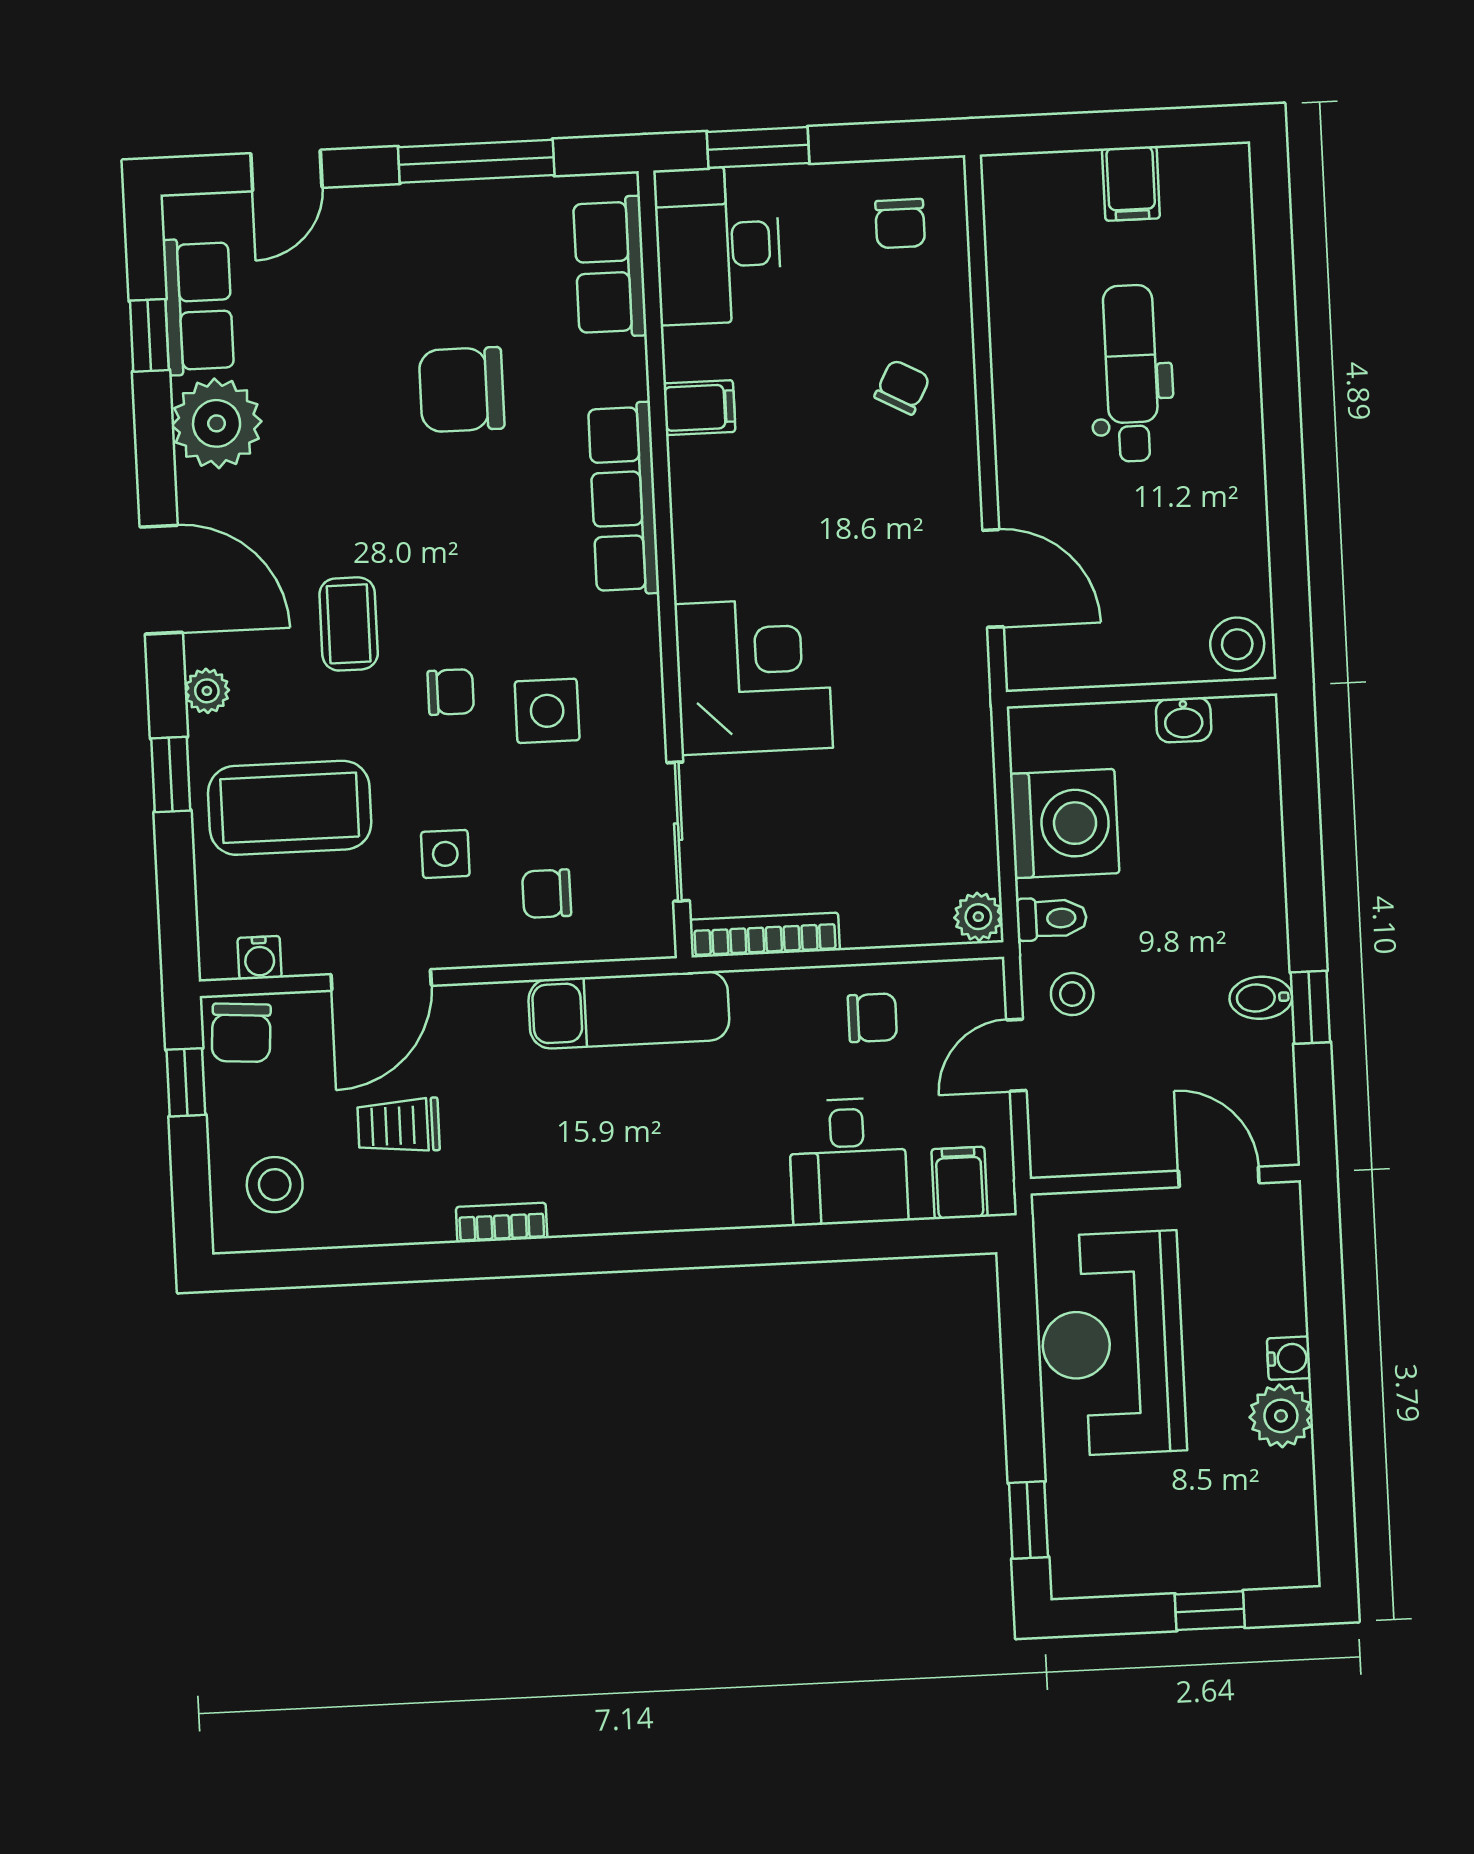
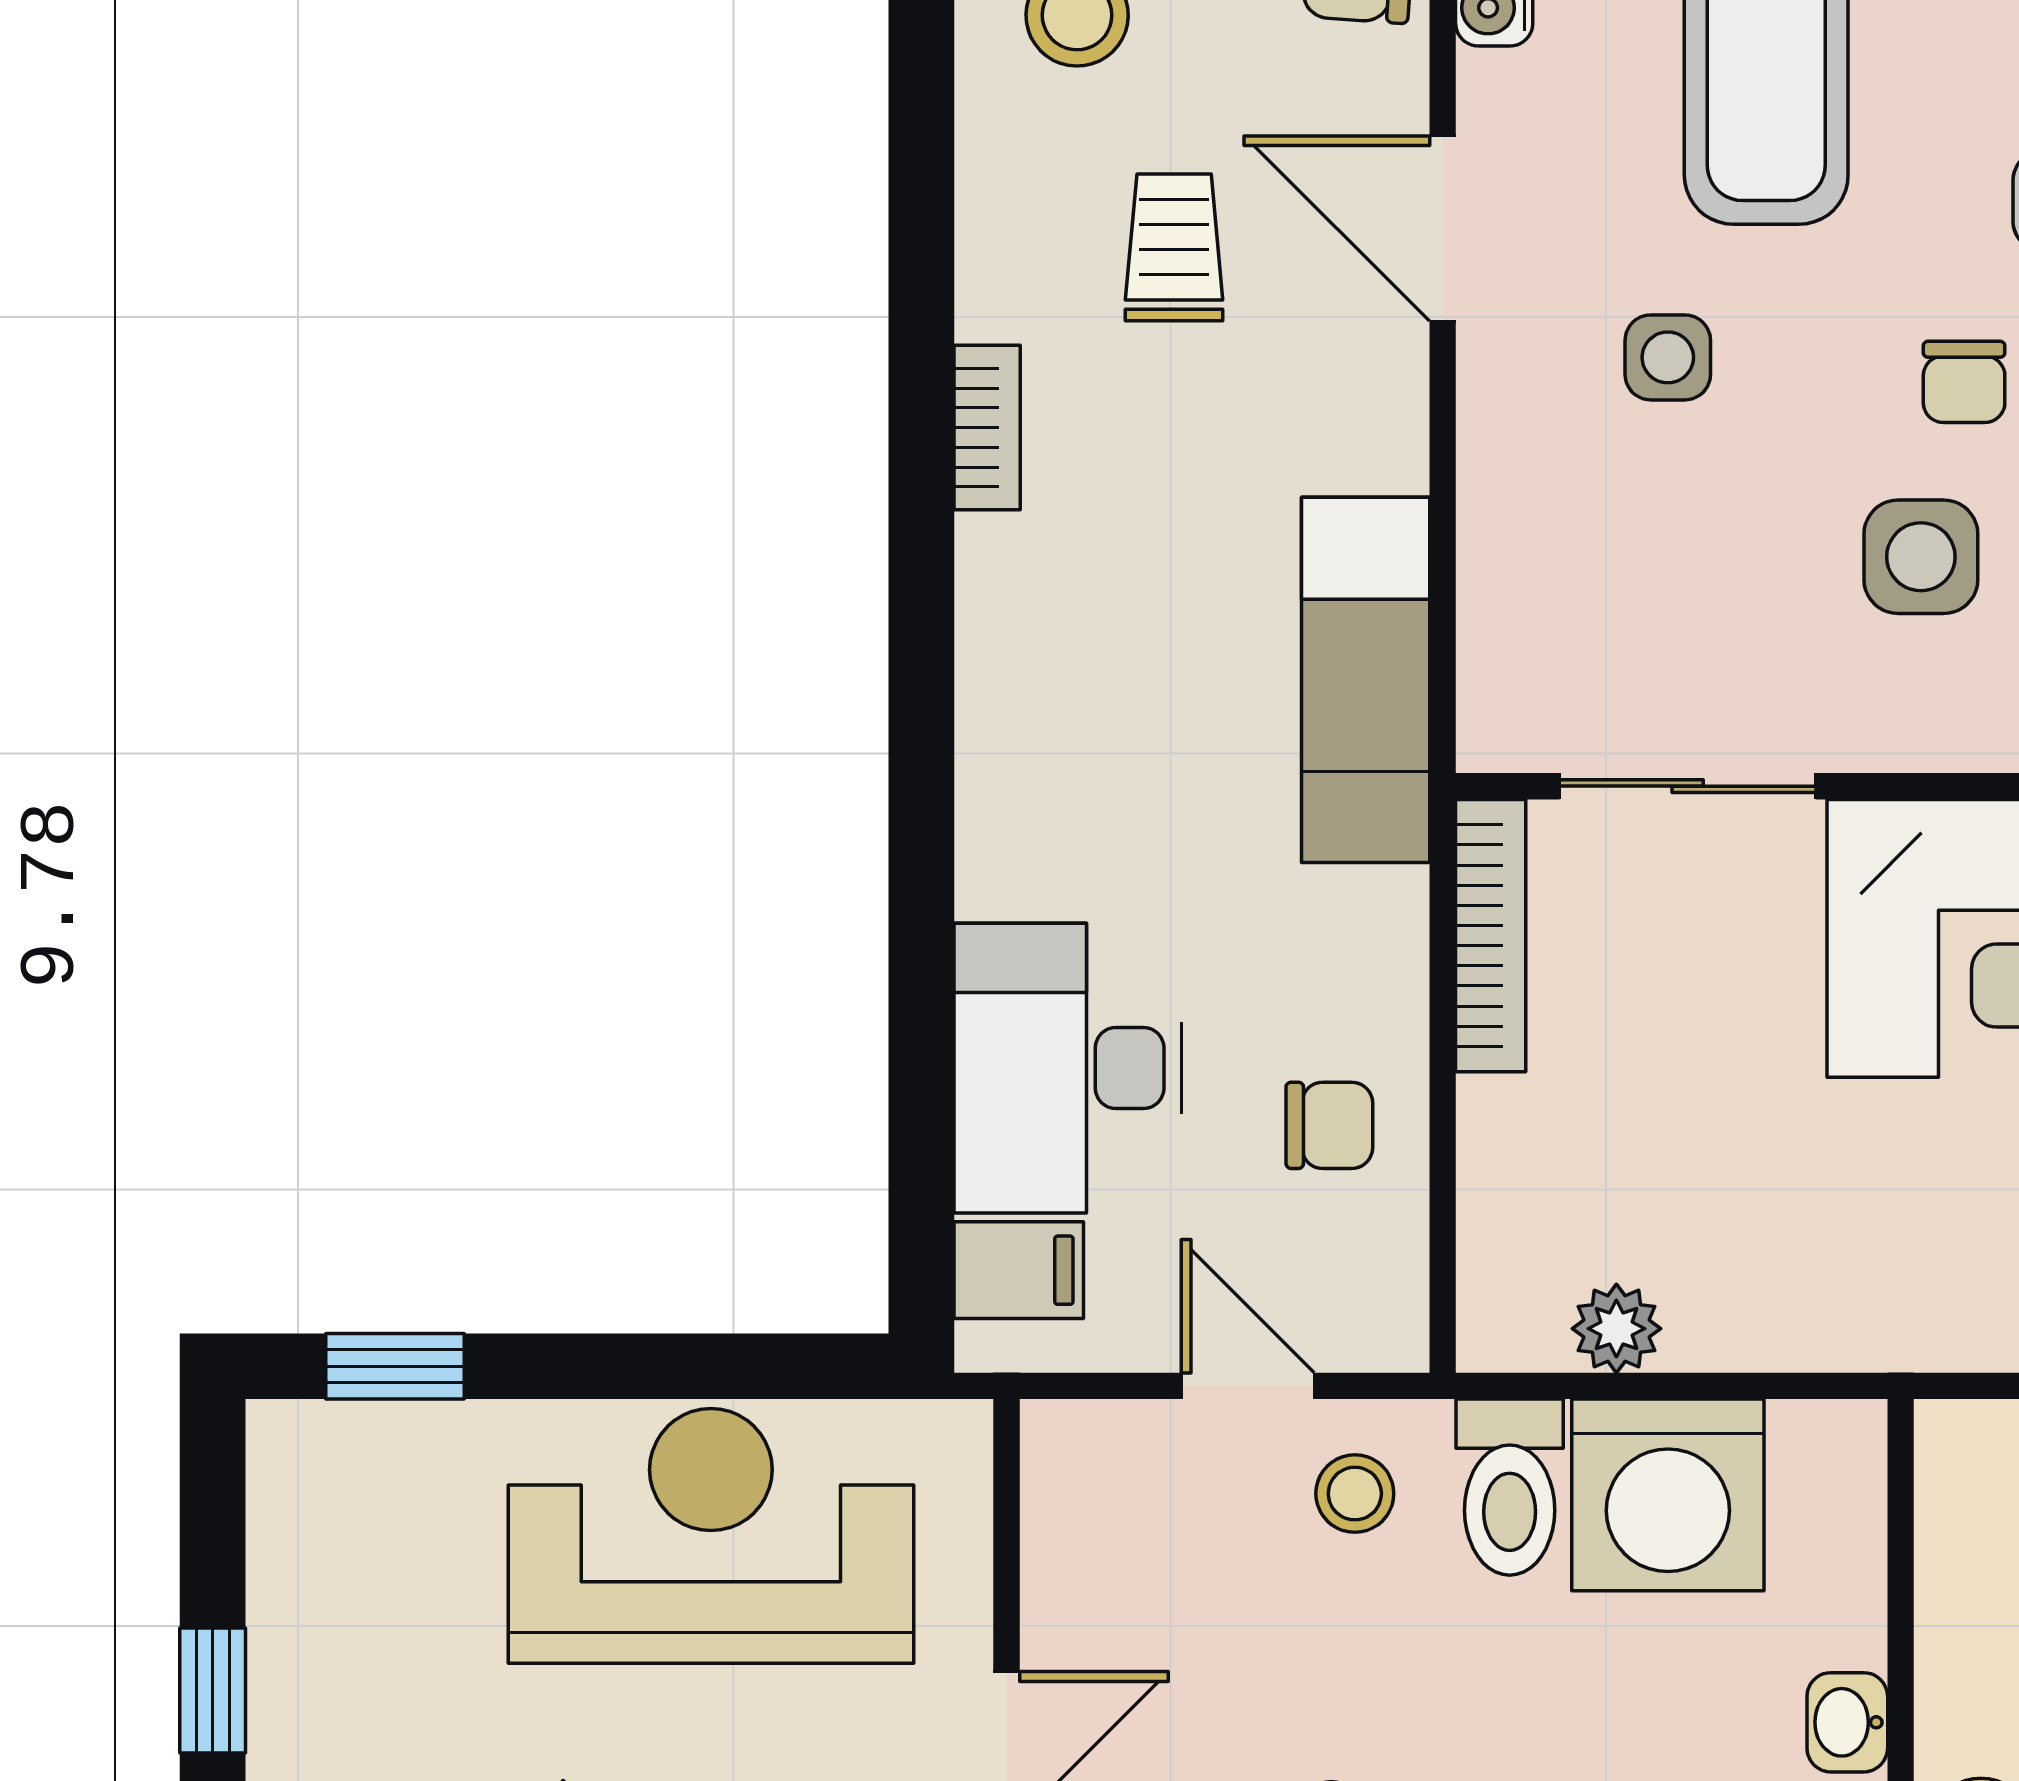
chair: (547, 894) -> (1586, 540), removed
plant: (978, 917) -> (1616, 1329), moved
toilet: (1052, 918) -> (1510, 1487), width x1.37, depth x1.39
chair: (872, 1018) -> (1329, 1125), turned -90
desk: (848, 1161) -> (1068, 1068), width x1.37

